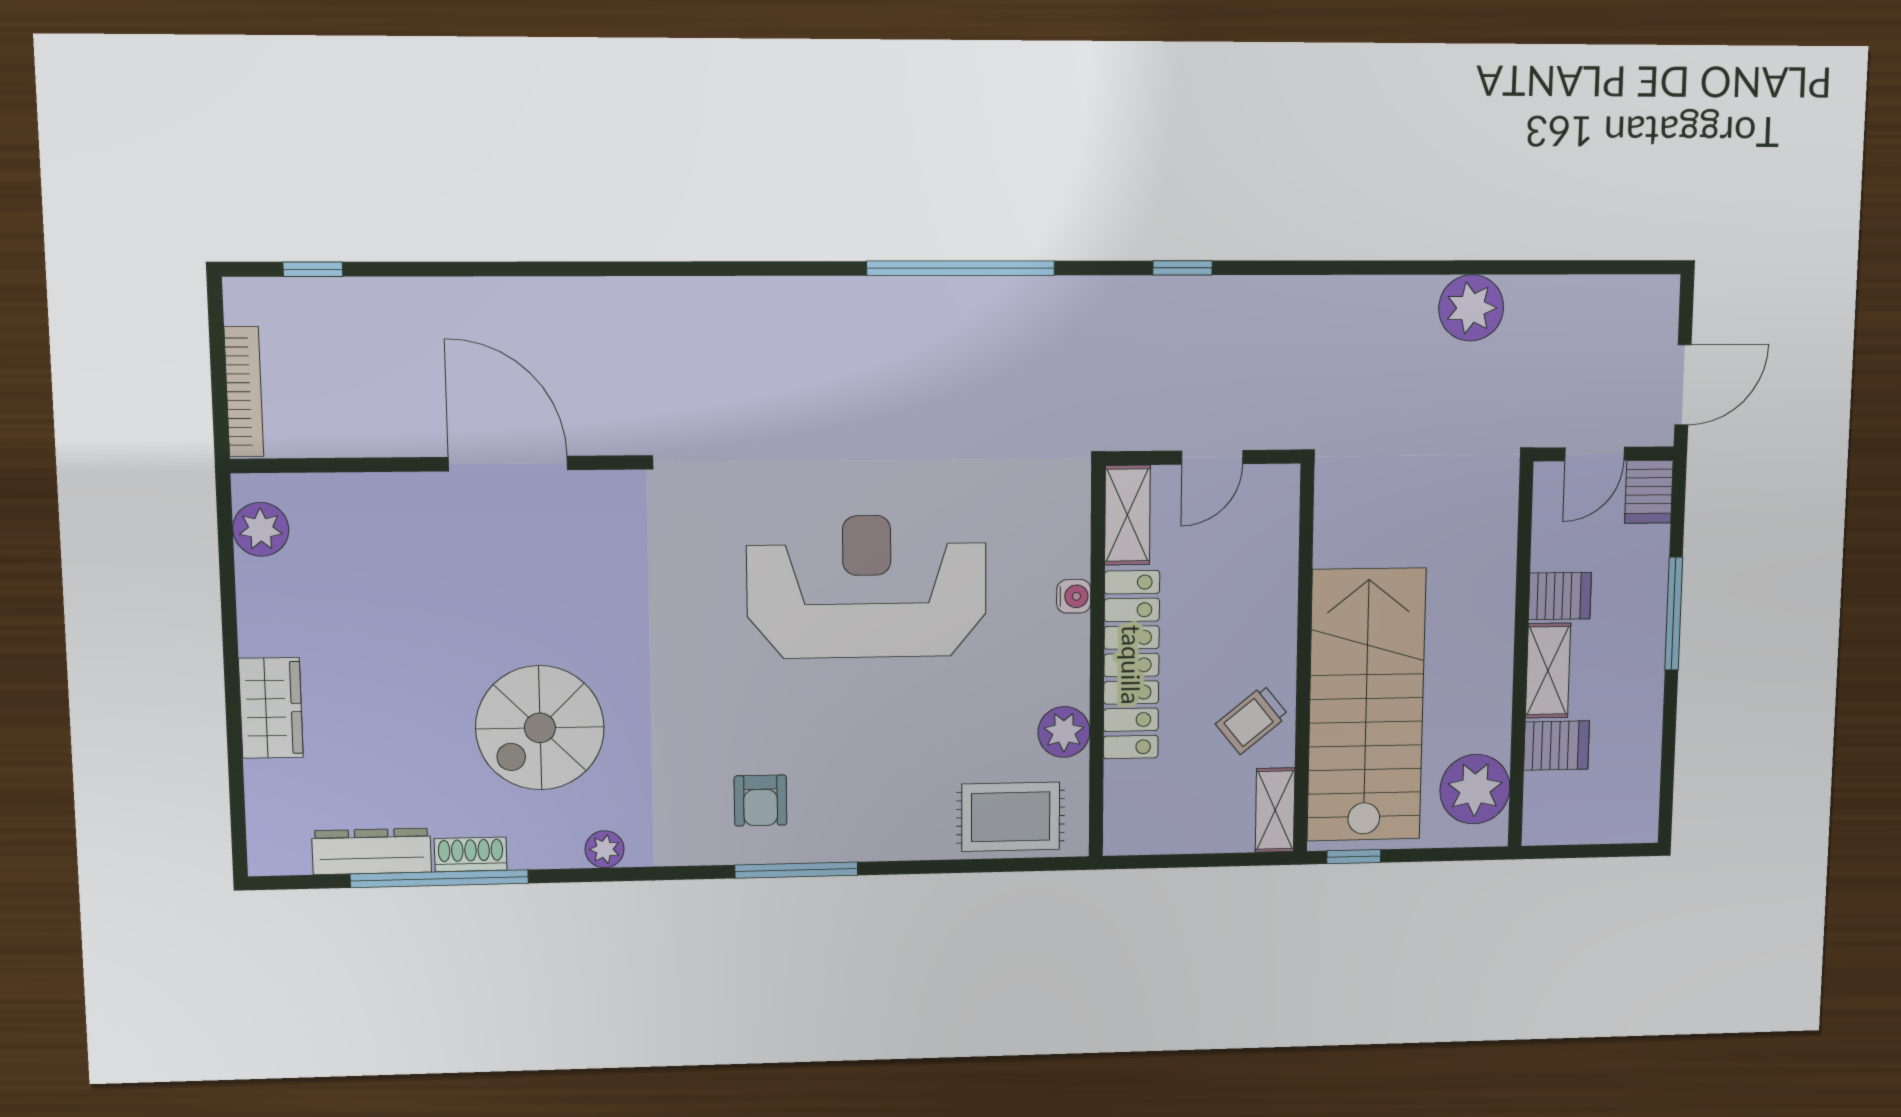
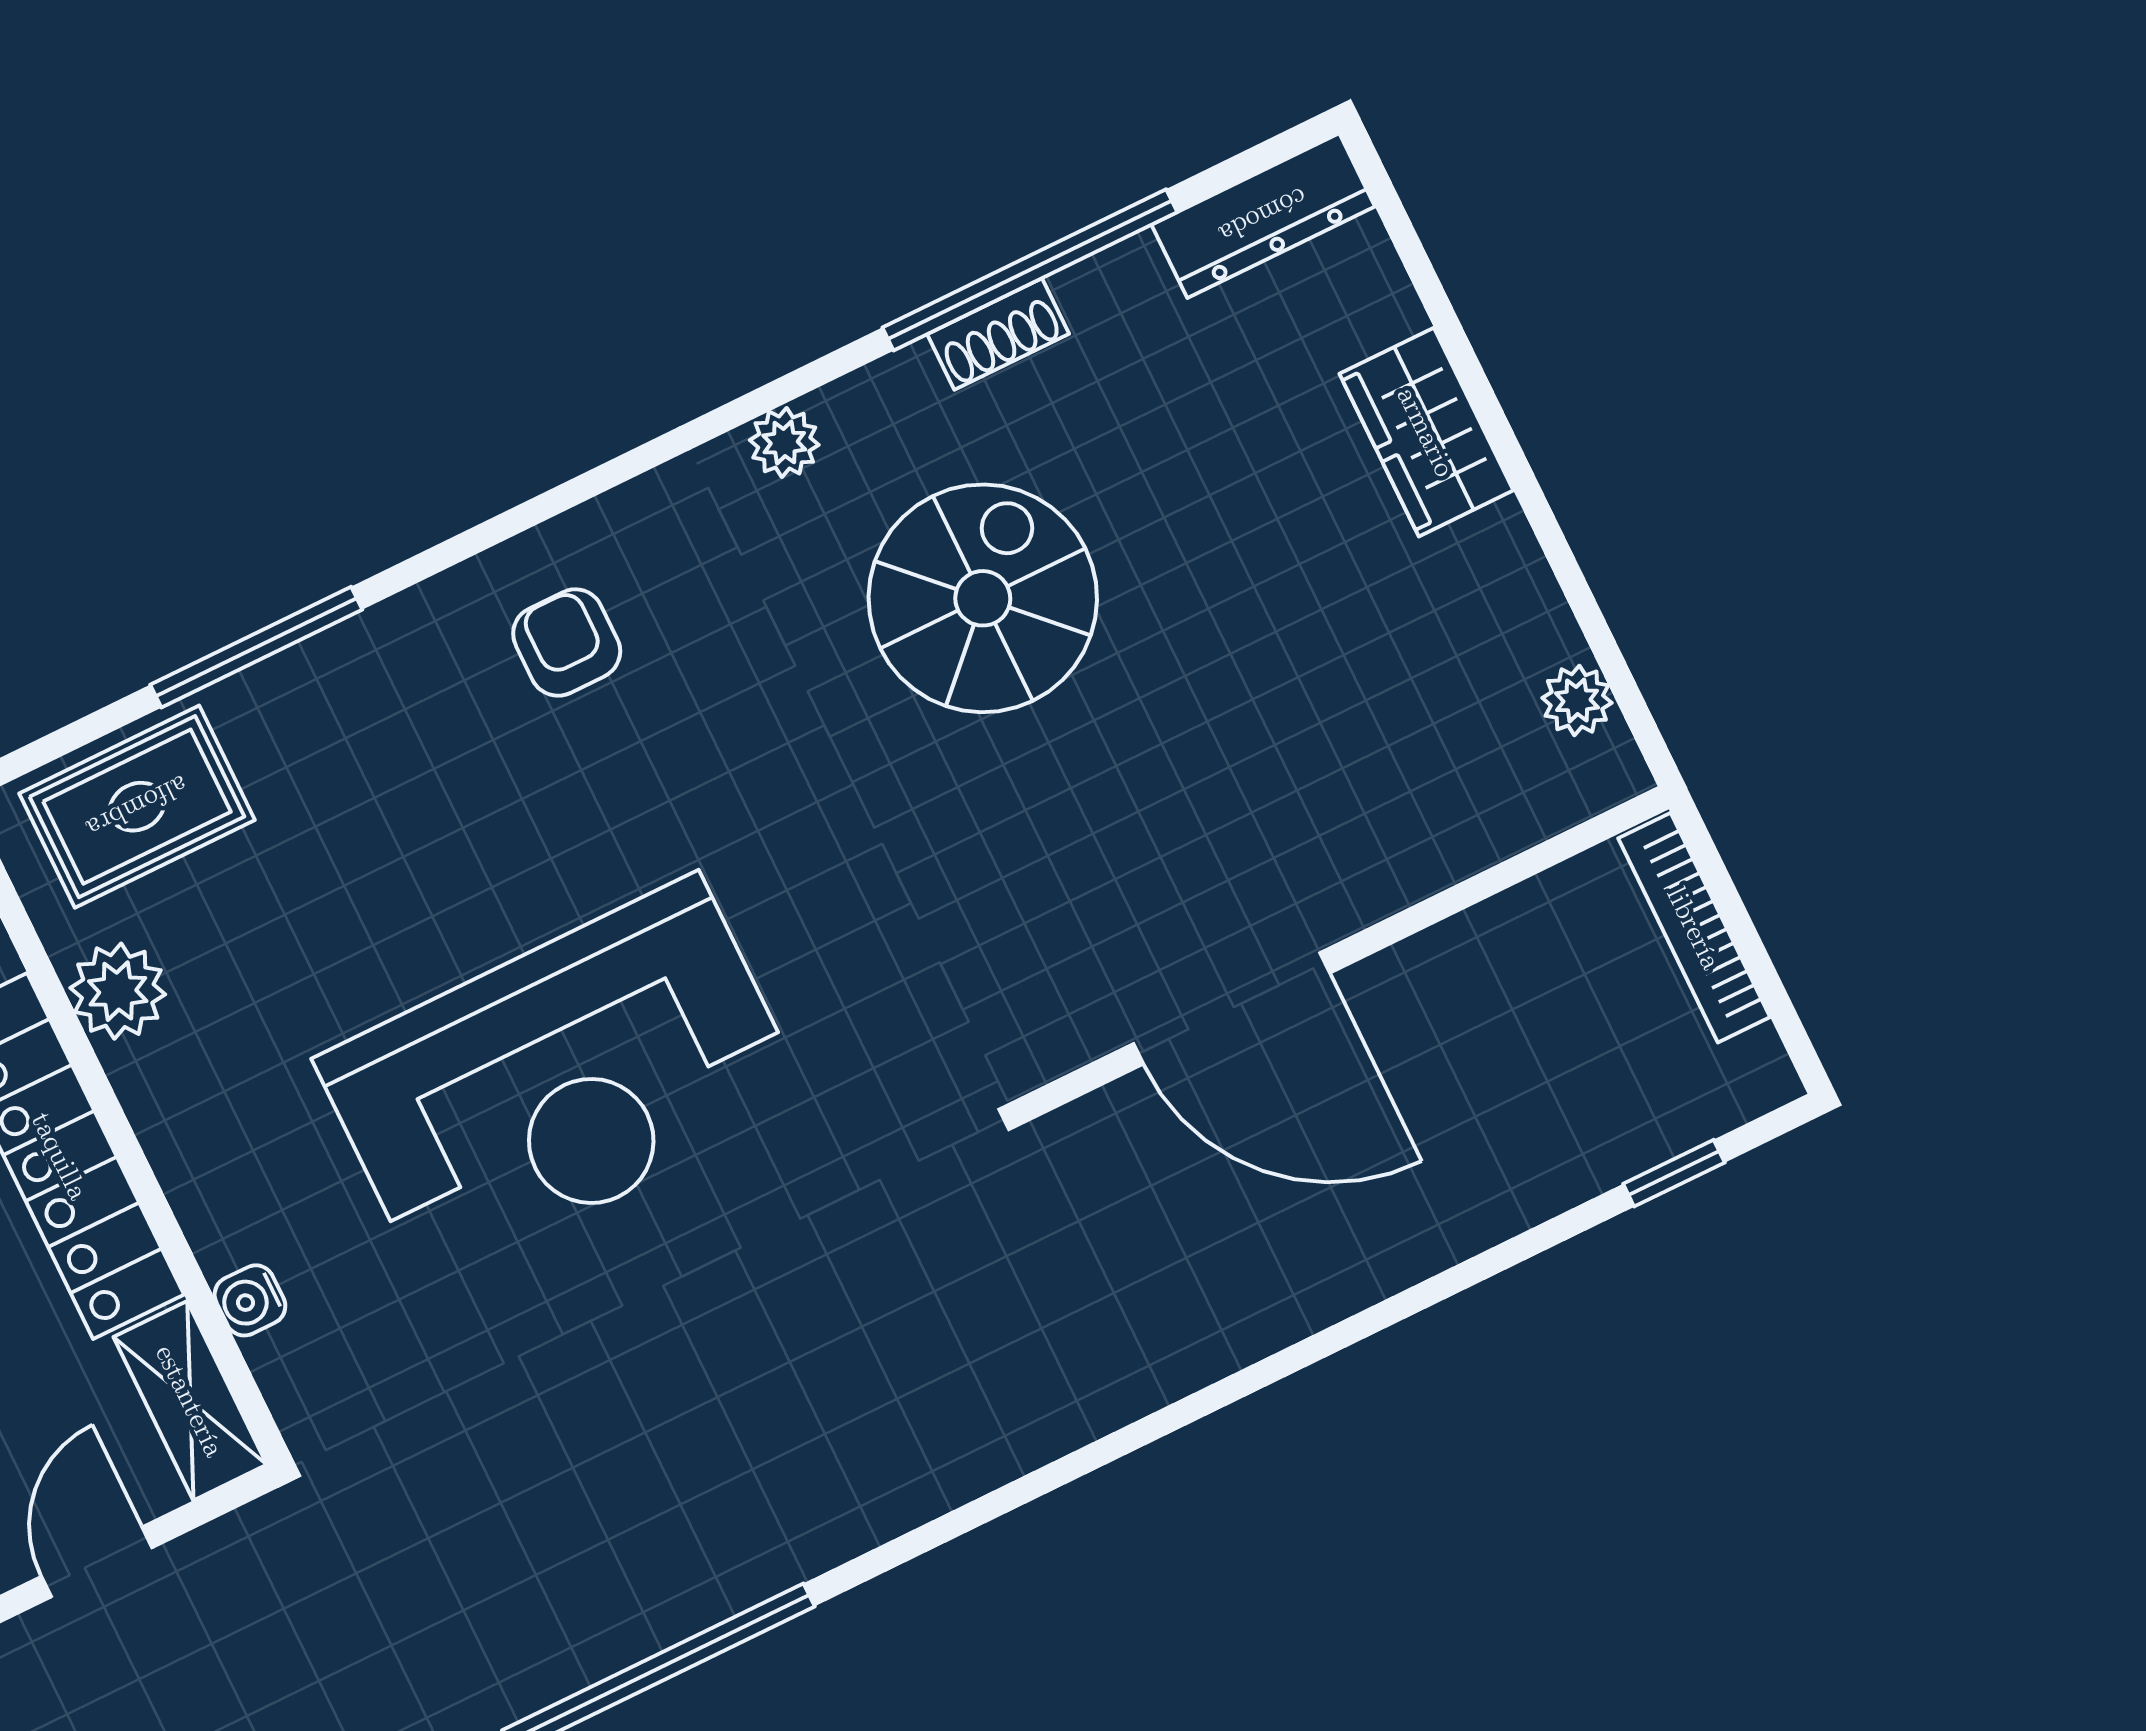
plant: (261, 529) -> (1577, 700), width x0.73, depth x0.73
water cooler: (1074, 596) -> (250, 1300), moved
dresser: (372, 851) -> (1263, 216), moved
window: (796, 870) -> (256, 647), moved

